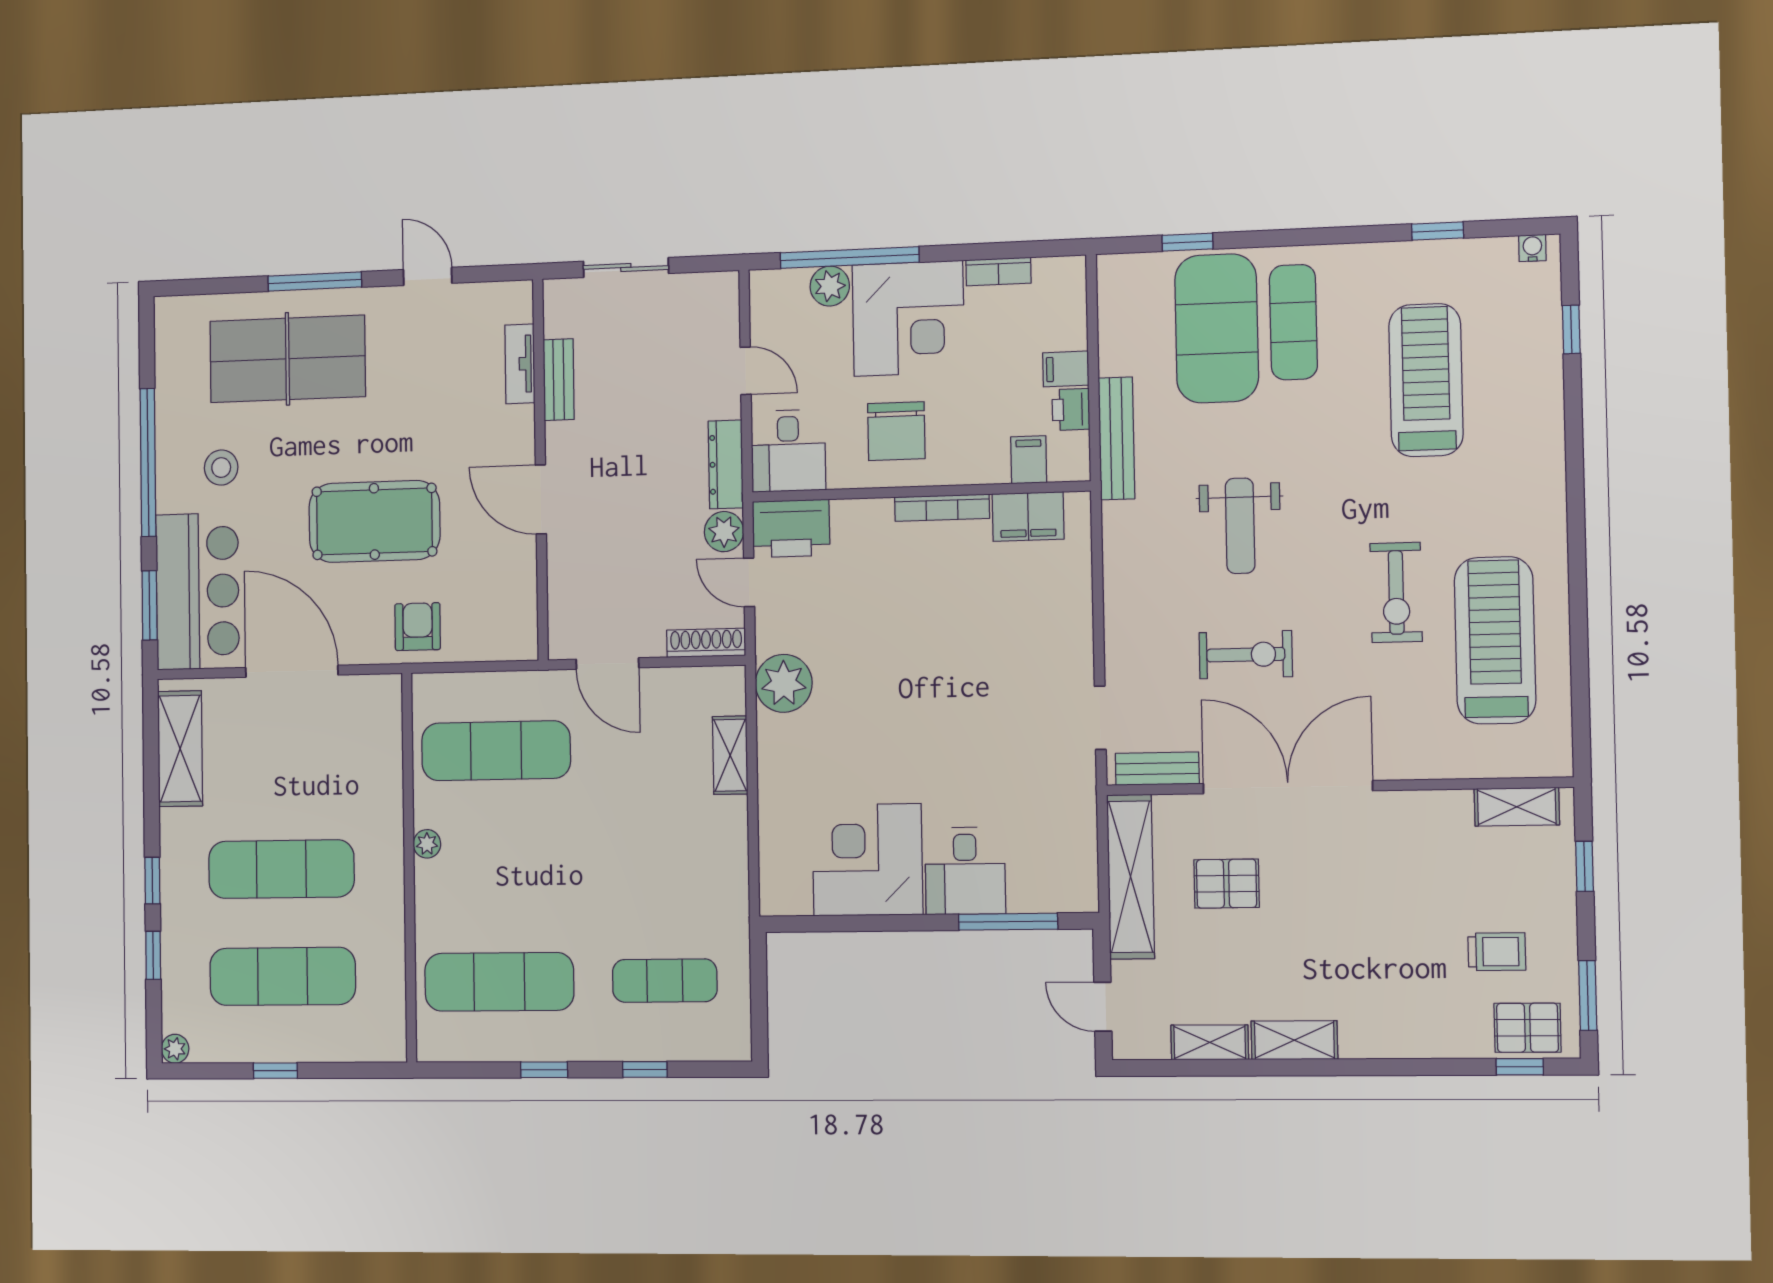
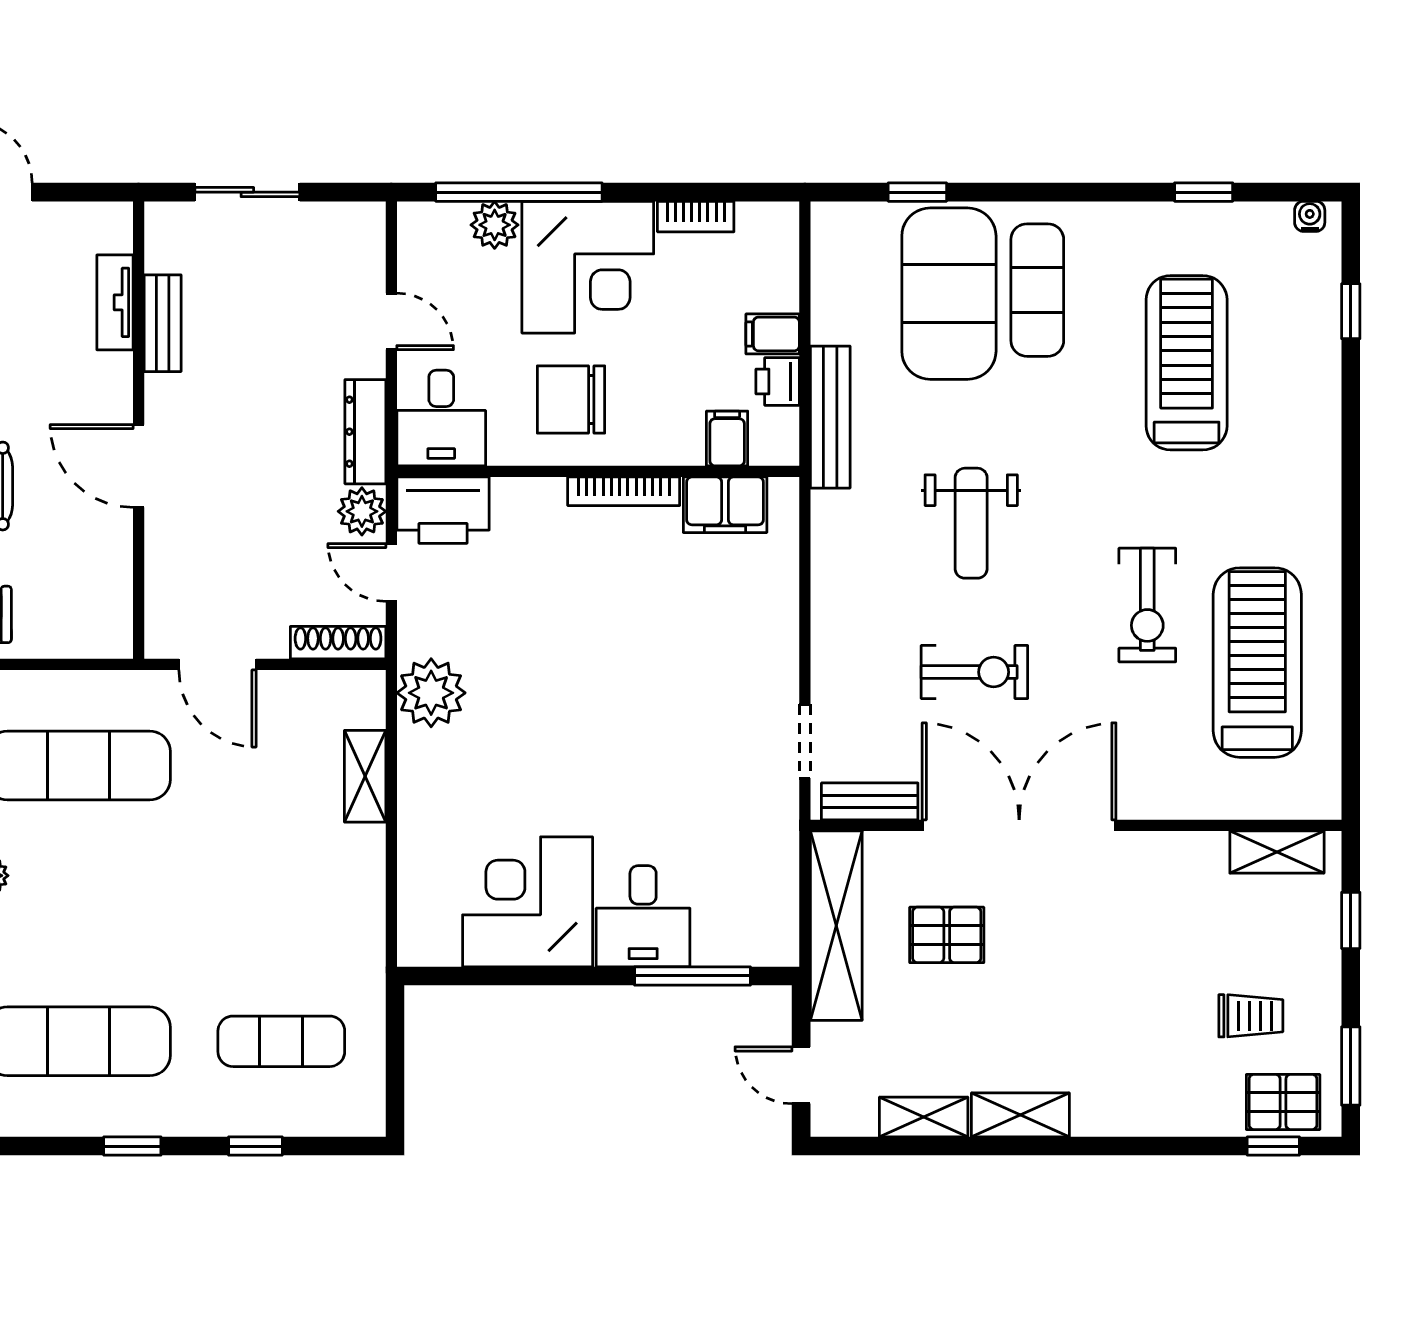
chair: (896, 431) -> (571, 399), turned 90

